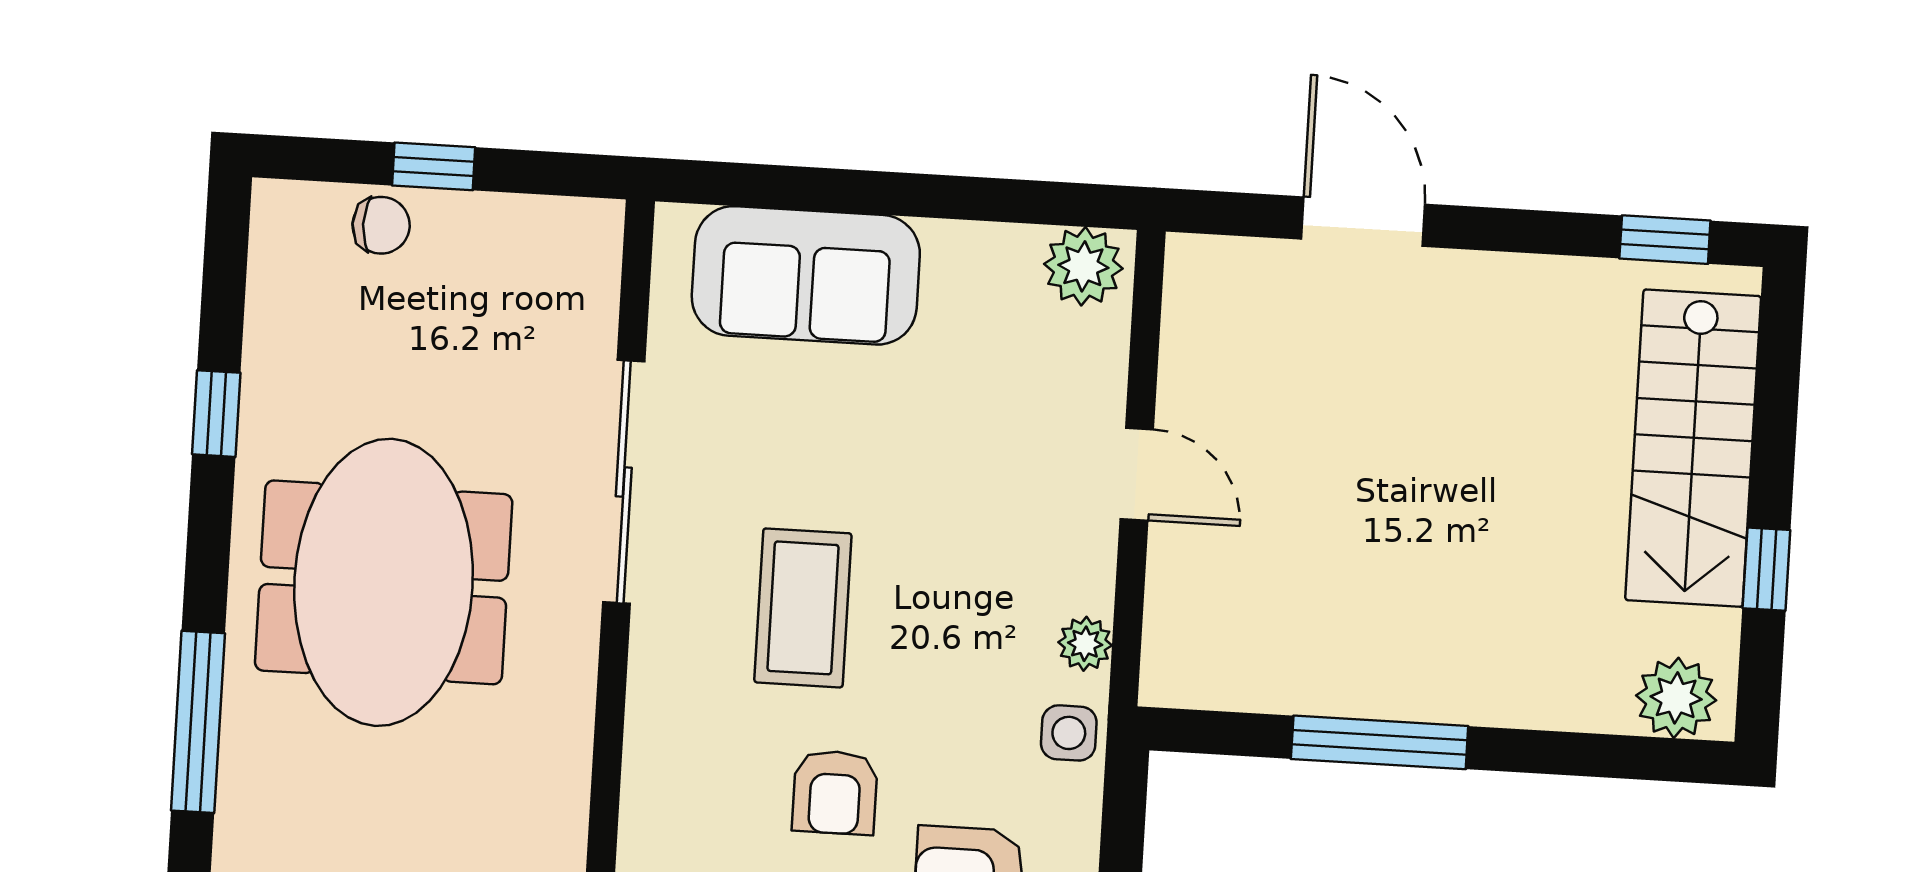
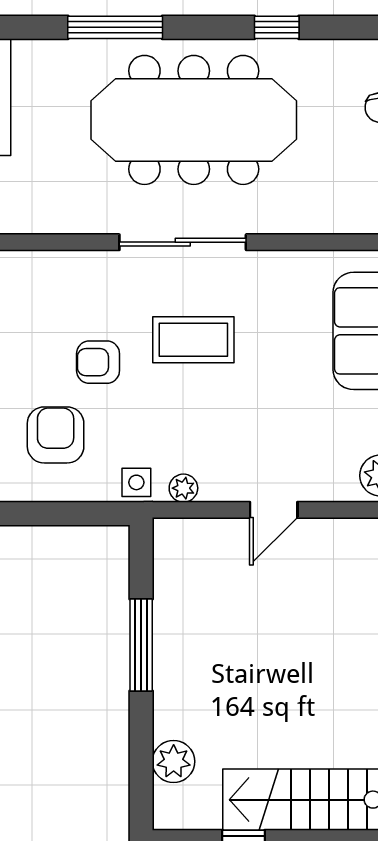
sliding door: (624, 482) -> (183, 242), moved
meeting table: (384, 582) -> (194, 120), width x1.36
plant: (1676, 698) -> (174, 761), moved

